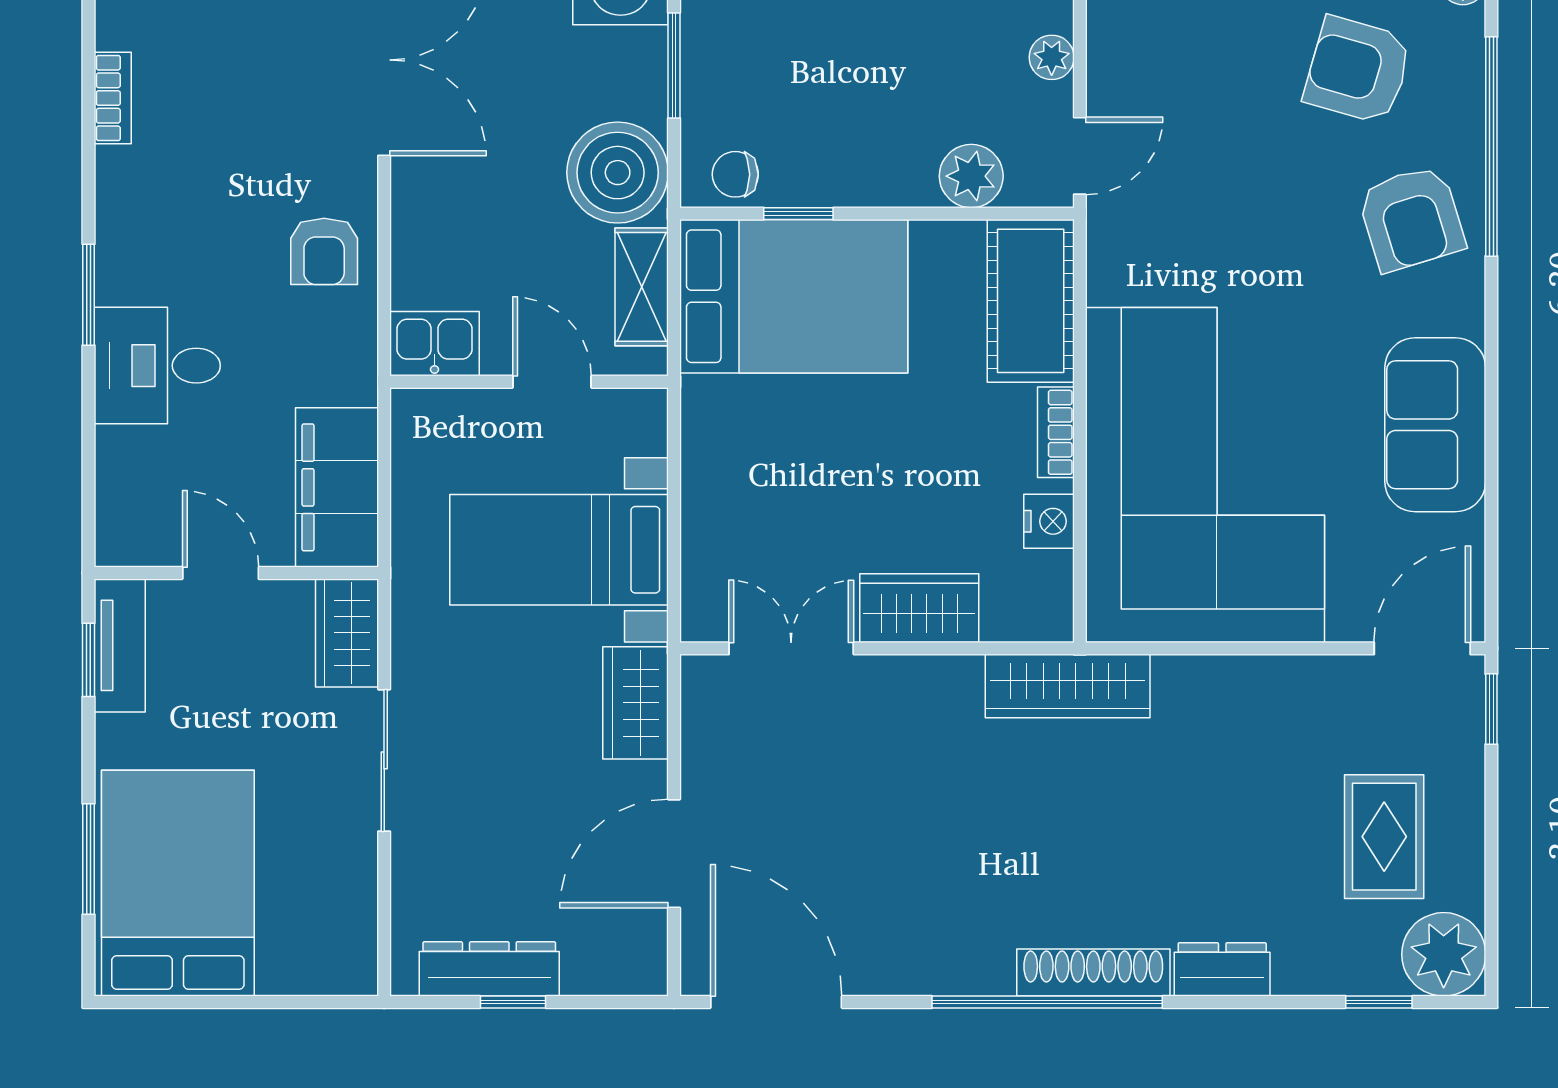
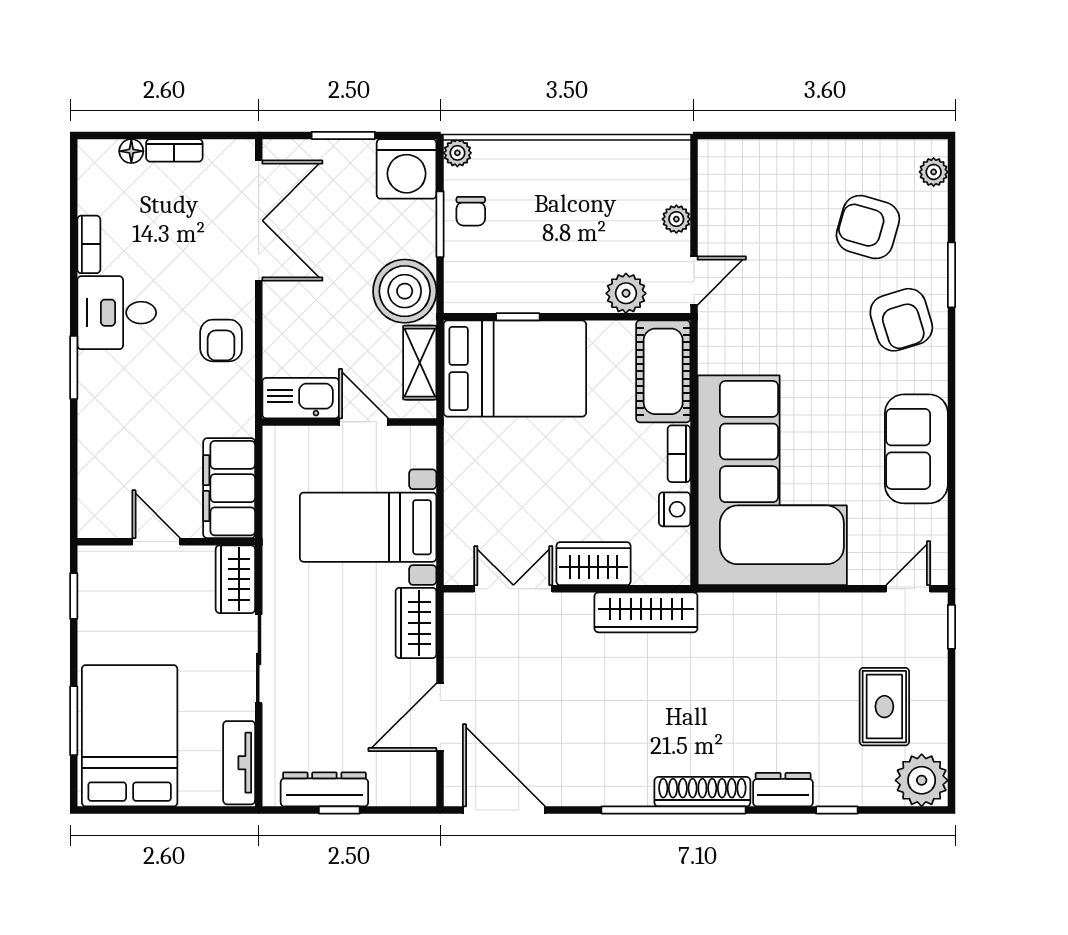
window: (1491, 147) -> (951, 275), width x0.47
chair: (735, 174) -> (471, 211), moved, turned -90
kitchen sink: (435, 344) -> (301, 398), width x1.38
desk: (157, 366) -> (117, 313), moved
tv unit: (120, 645) -> (239, 763), moved, turned 180
door: (1422, 648) -> (908, 589), width x0.73
wardrobe: (1068, 686) -> (646, 612), moved
window: (1379, 1002) -> (837, 810), moved

